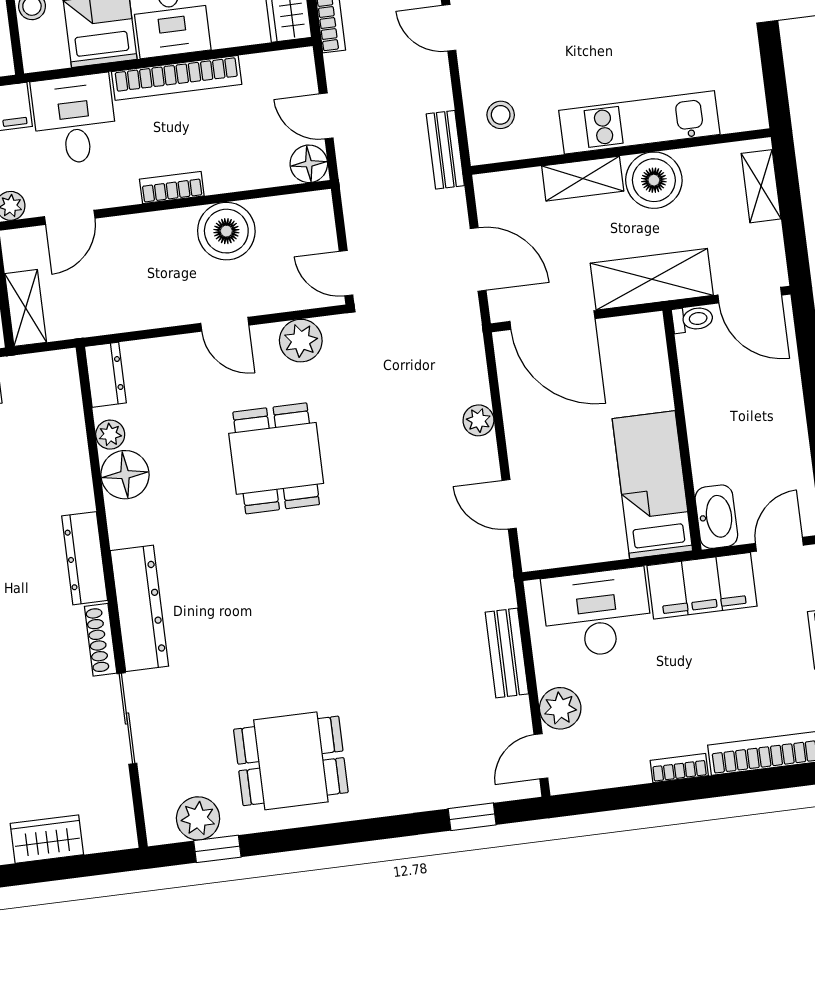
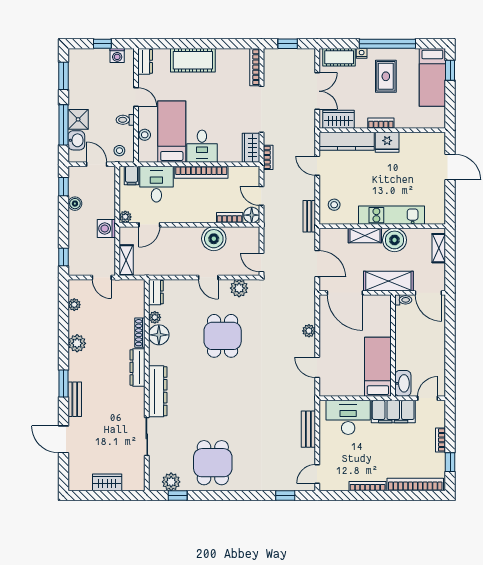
bookcase: (172, 188) -> (230, 218), moved
shoe rack: (101, 640) -> (140, 333), moved
plant: (560, 708) -> (328, 455), removed
dining table: (291, 761) -> (213, 463), turned 90
bookcase: (679, 768) -> (368, 486), width x1.56

